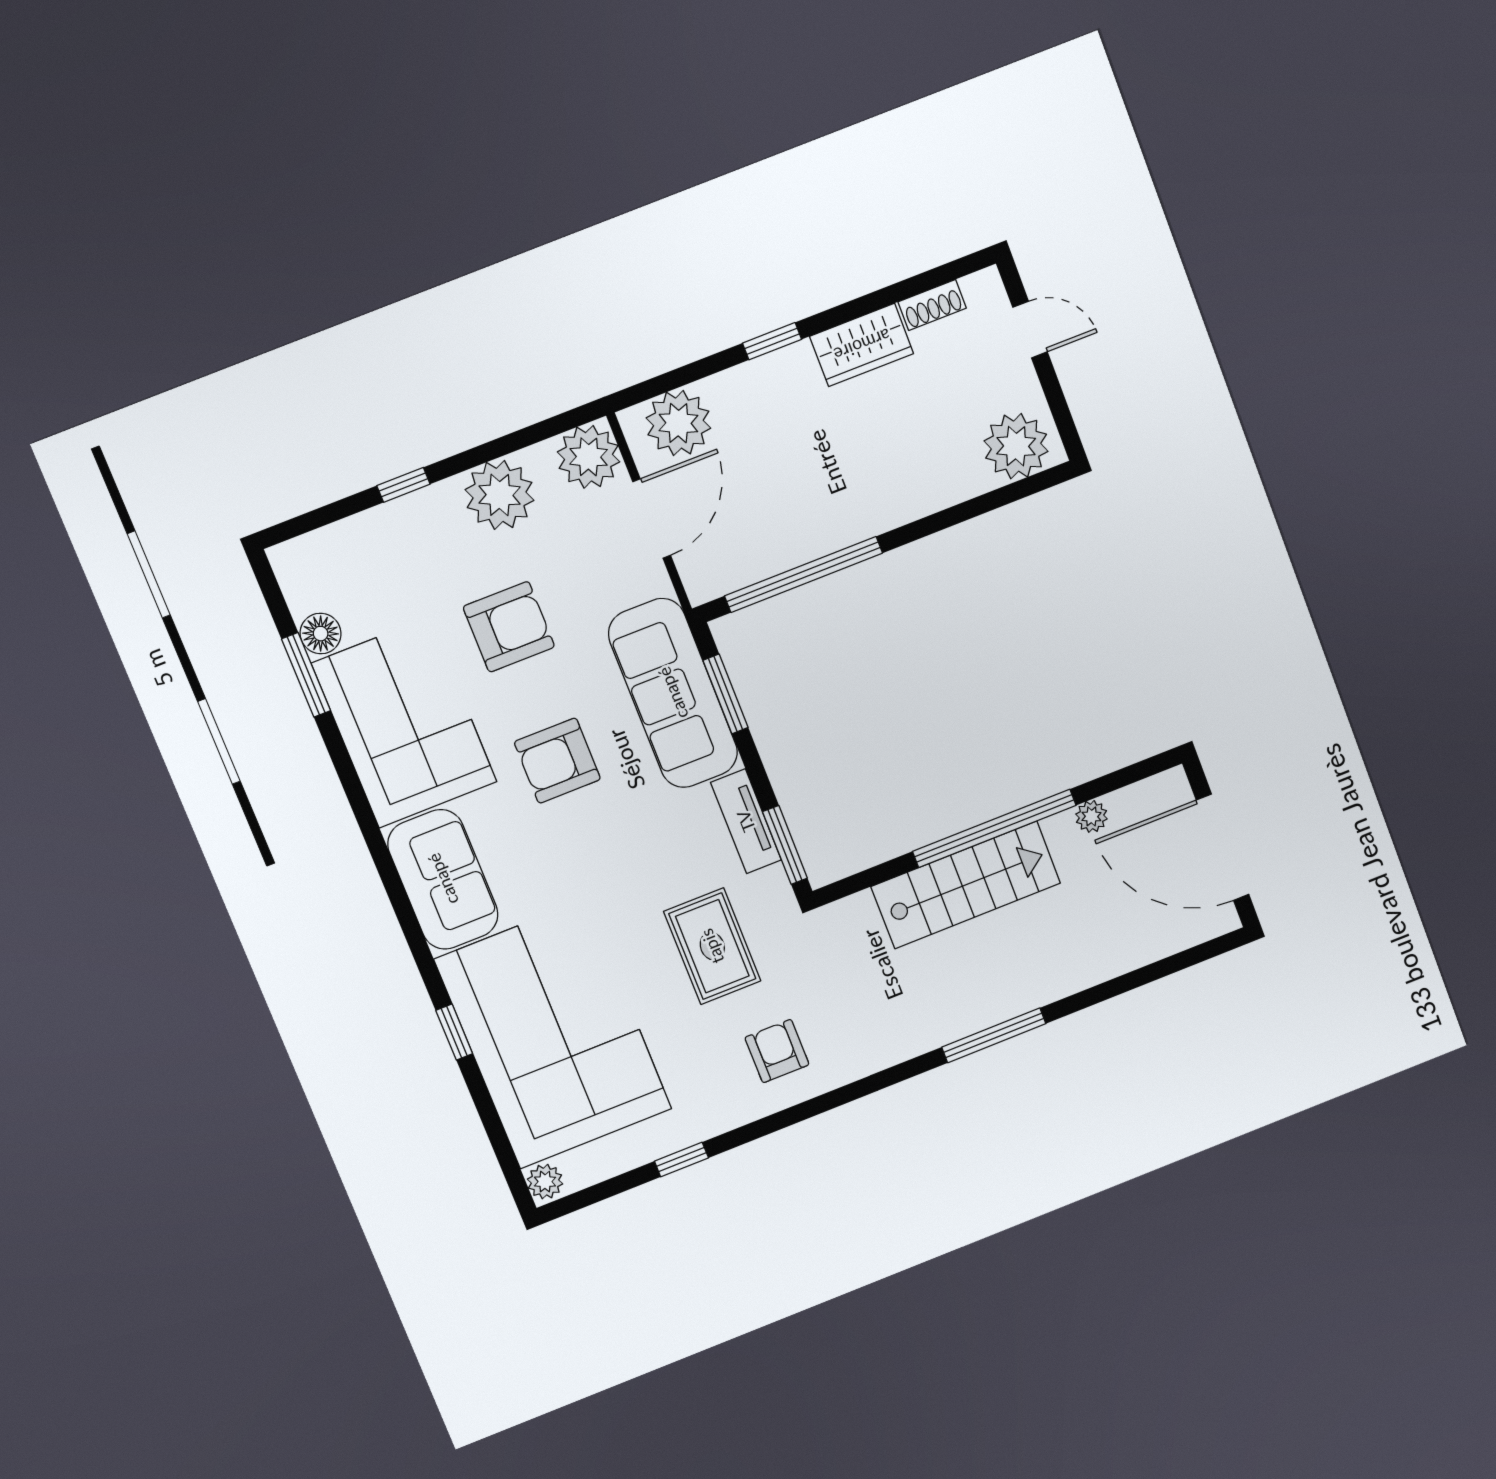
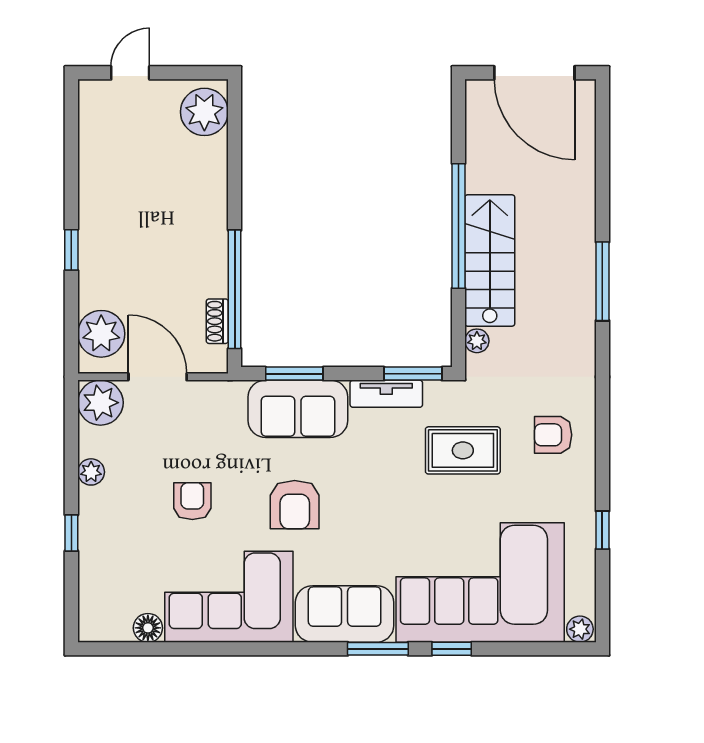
shoe rack: (932, 305) -> (217, 321), moved, turned 180
wardrobe: (862, 345) -> (97, 191), removed
plant: (500, 495) -> (91, 472), width x0.53, depth x0.53
armchair: (509, 627) -> (192, 501), width x0.72, depth x0.72
window: (306, 675) -> (378, 649), moved
sofa: (673, 693) -> (298, 409), width x0.73
plant: (1091, 816) -> (477, 341), moved
door: (1223, 847) -> (534, 73), hinge flipped

